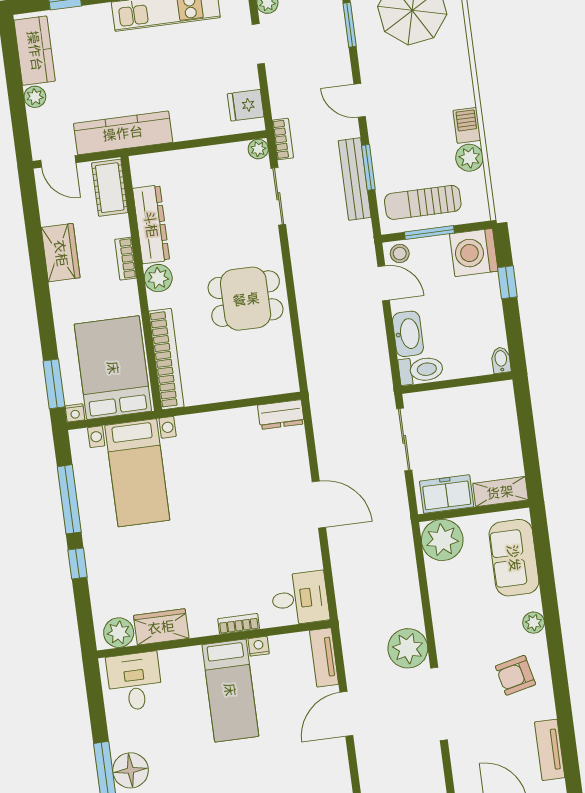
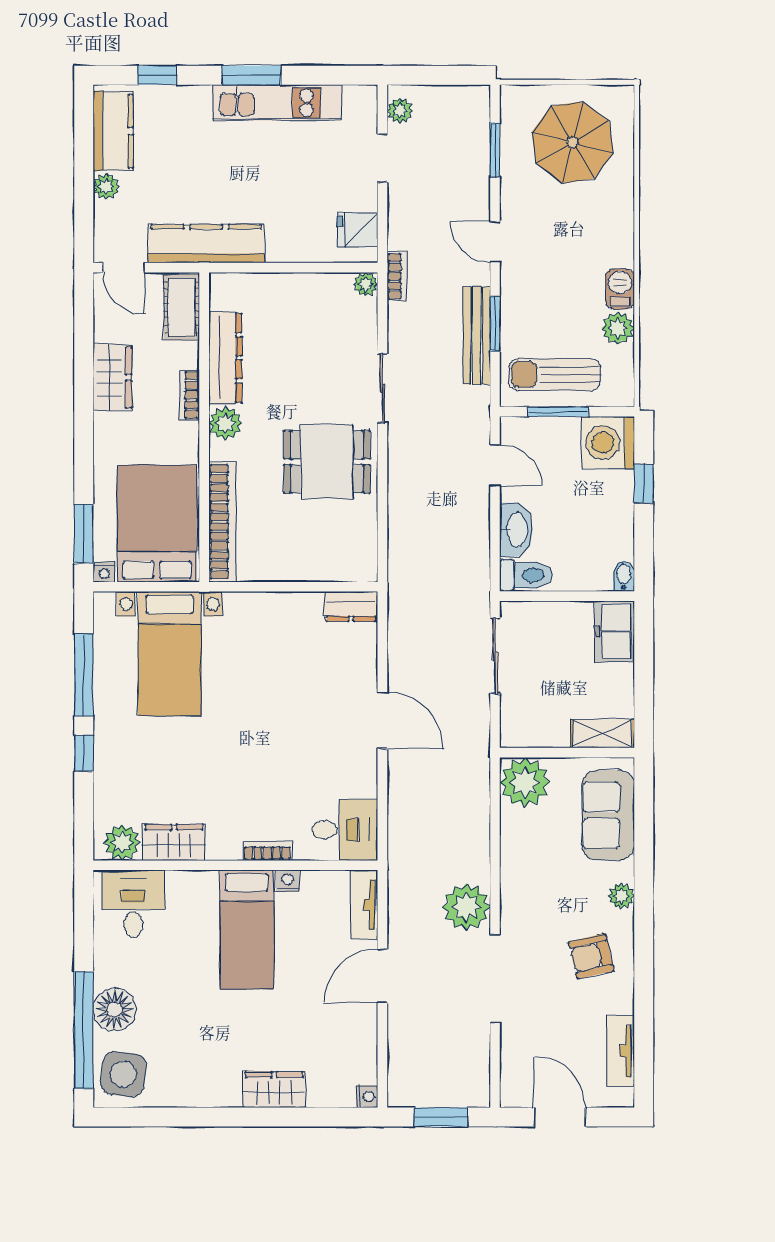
sliding door: (278, 196) -> (382, 388), moved
stool: (400, 254) -> (519, 432), removed
freezer: (447, 494) -> (614, 631), moved, turned -90

